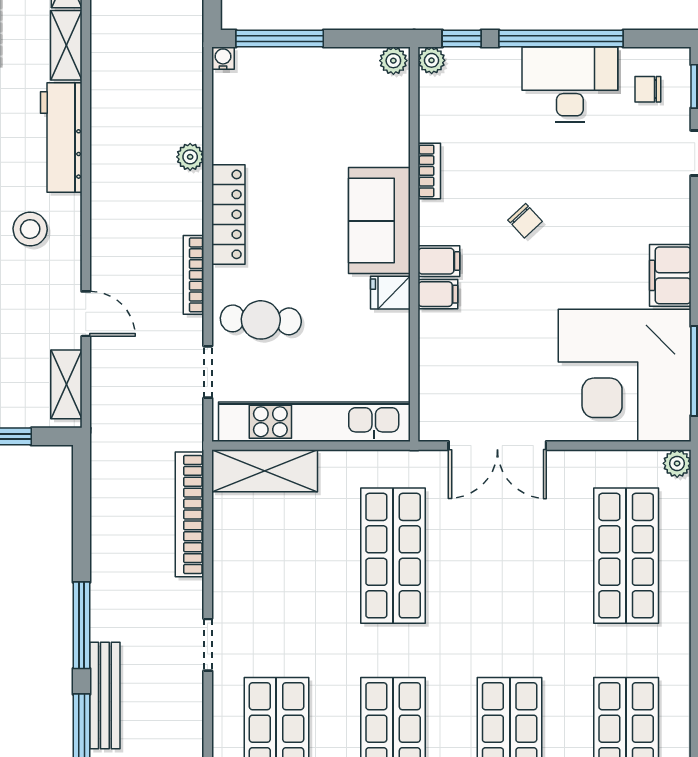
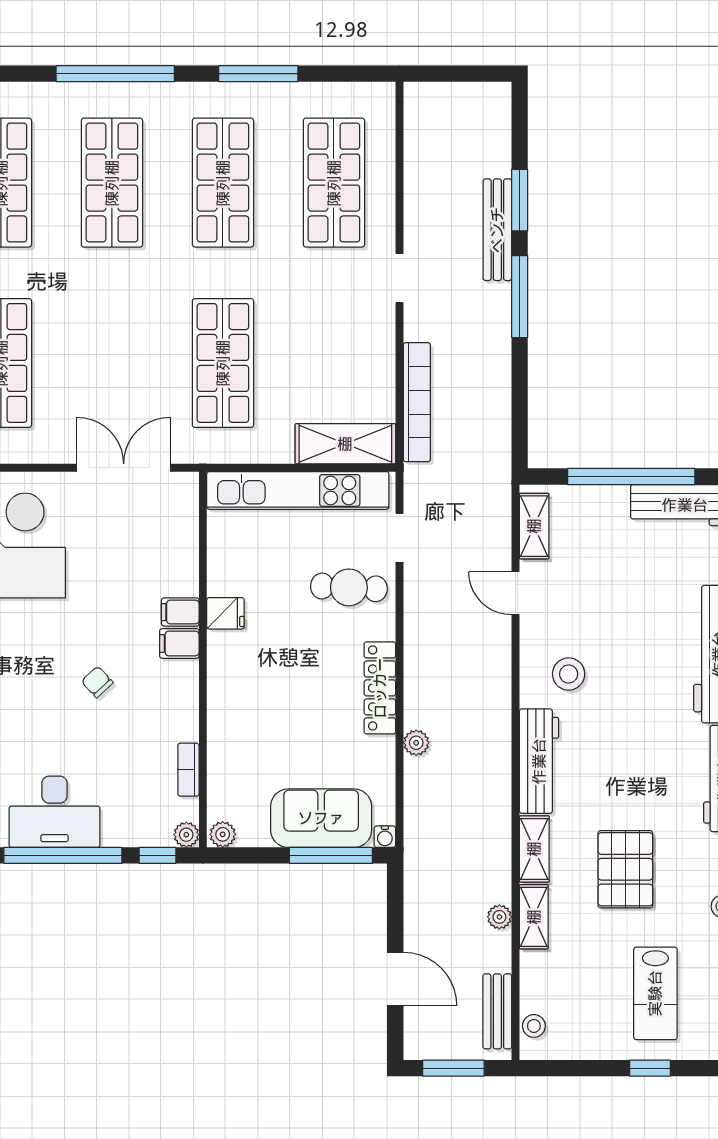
bookcase: (429, 171) -> (188, 770), moved
sofa: (379, 221) -> (321, 818), moved, turned -90
bookcase: (194, 275) -> (413, 630), removed

